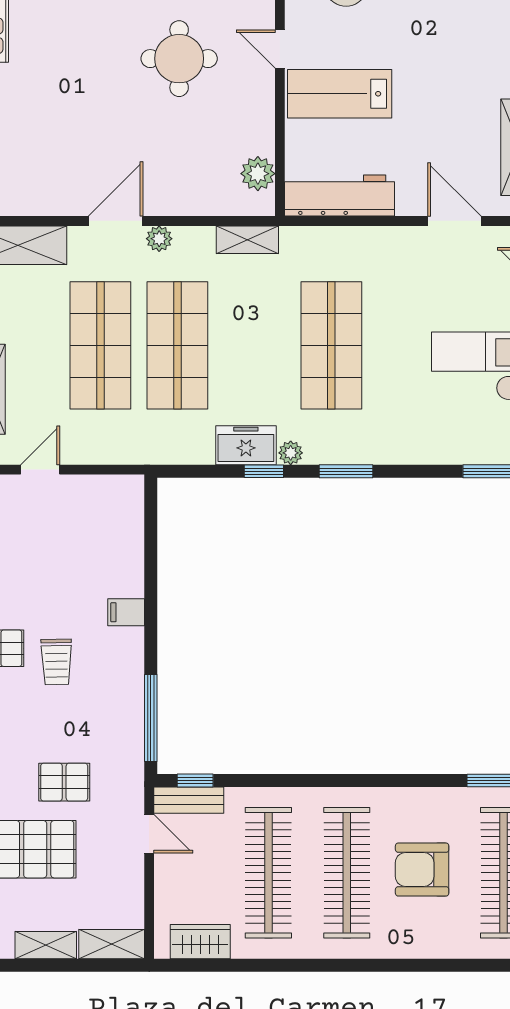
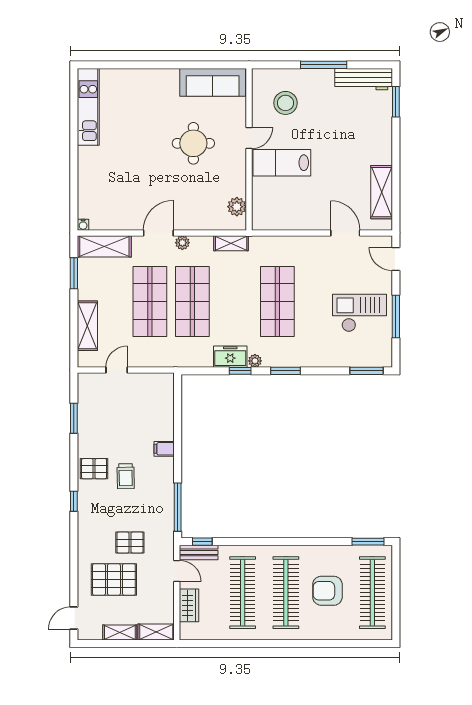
door: (280, 49) -> (249, 138), swing flipped
workbench: (339, 196) -> (282, 219), removed
wardrobe: (200, 942) -> (189, 605), moved, turned 90

